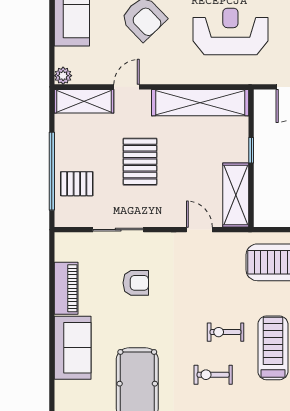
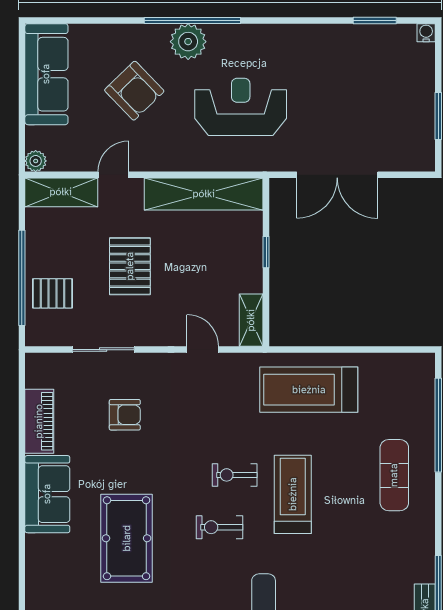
shelving: (236, 195) -> (251, 320), width x0.67, depth x0.75

